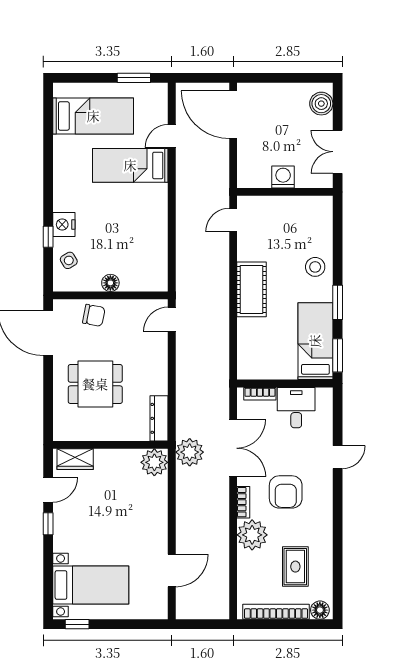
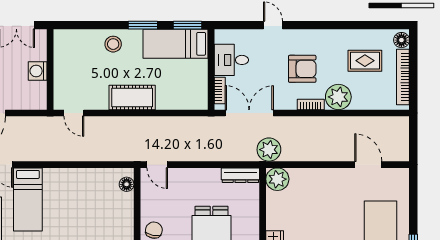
floor lamp: (110, 283) -> (127, 184), moved
double door: (233, 448) -> (249, 113), moved

